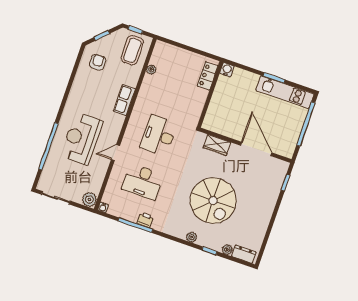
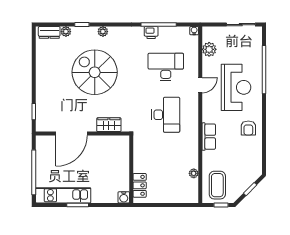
armchair: (98, 62) -> (248, 128), moved
door: (256, 149) -> (72, 134), hinge flipped
plant: (89, 200) -> (209, 49), moved

